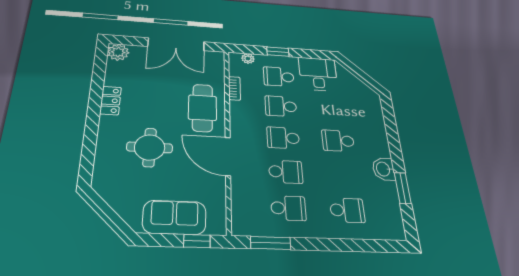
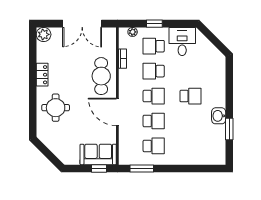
school desk: (283, 138) -> (154, 96), turned 180
school desk: (338, 141) -> (190, 96), turned 180
round table: (150, 147) -> (56, 108), moved
school desk: (347, 210) -> (190, 146), removed
sofa: (174, 217) -> (98, 154), moved

